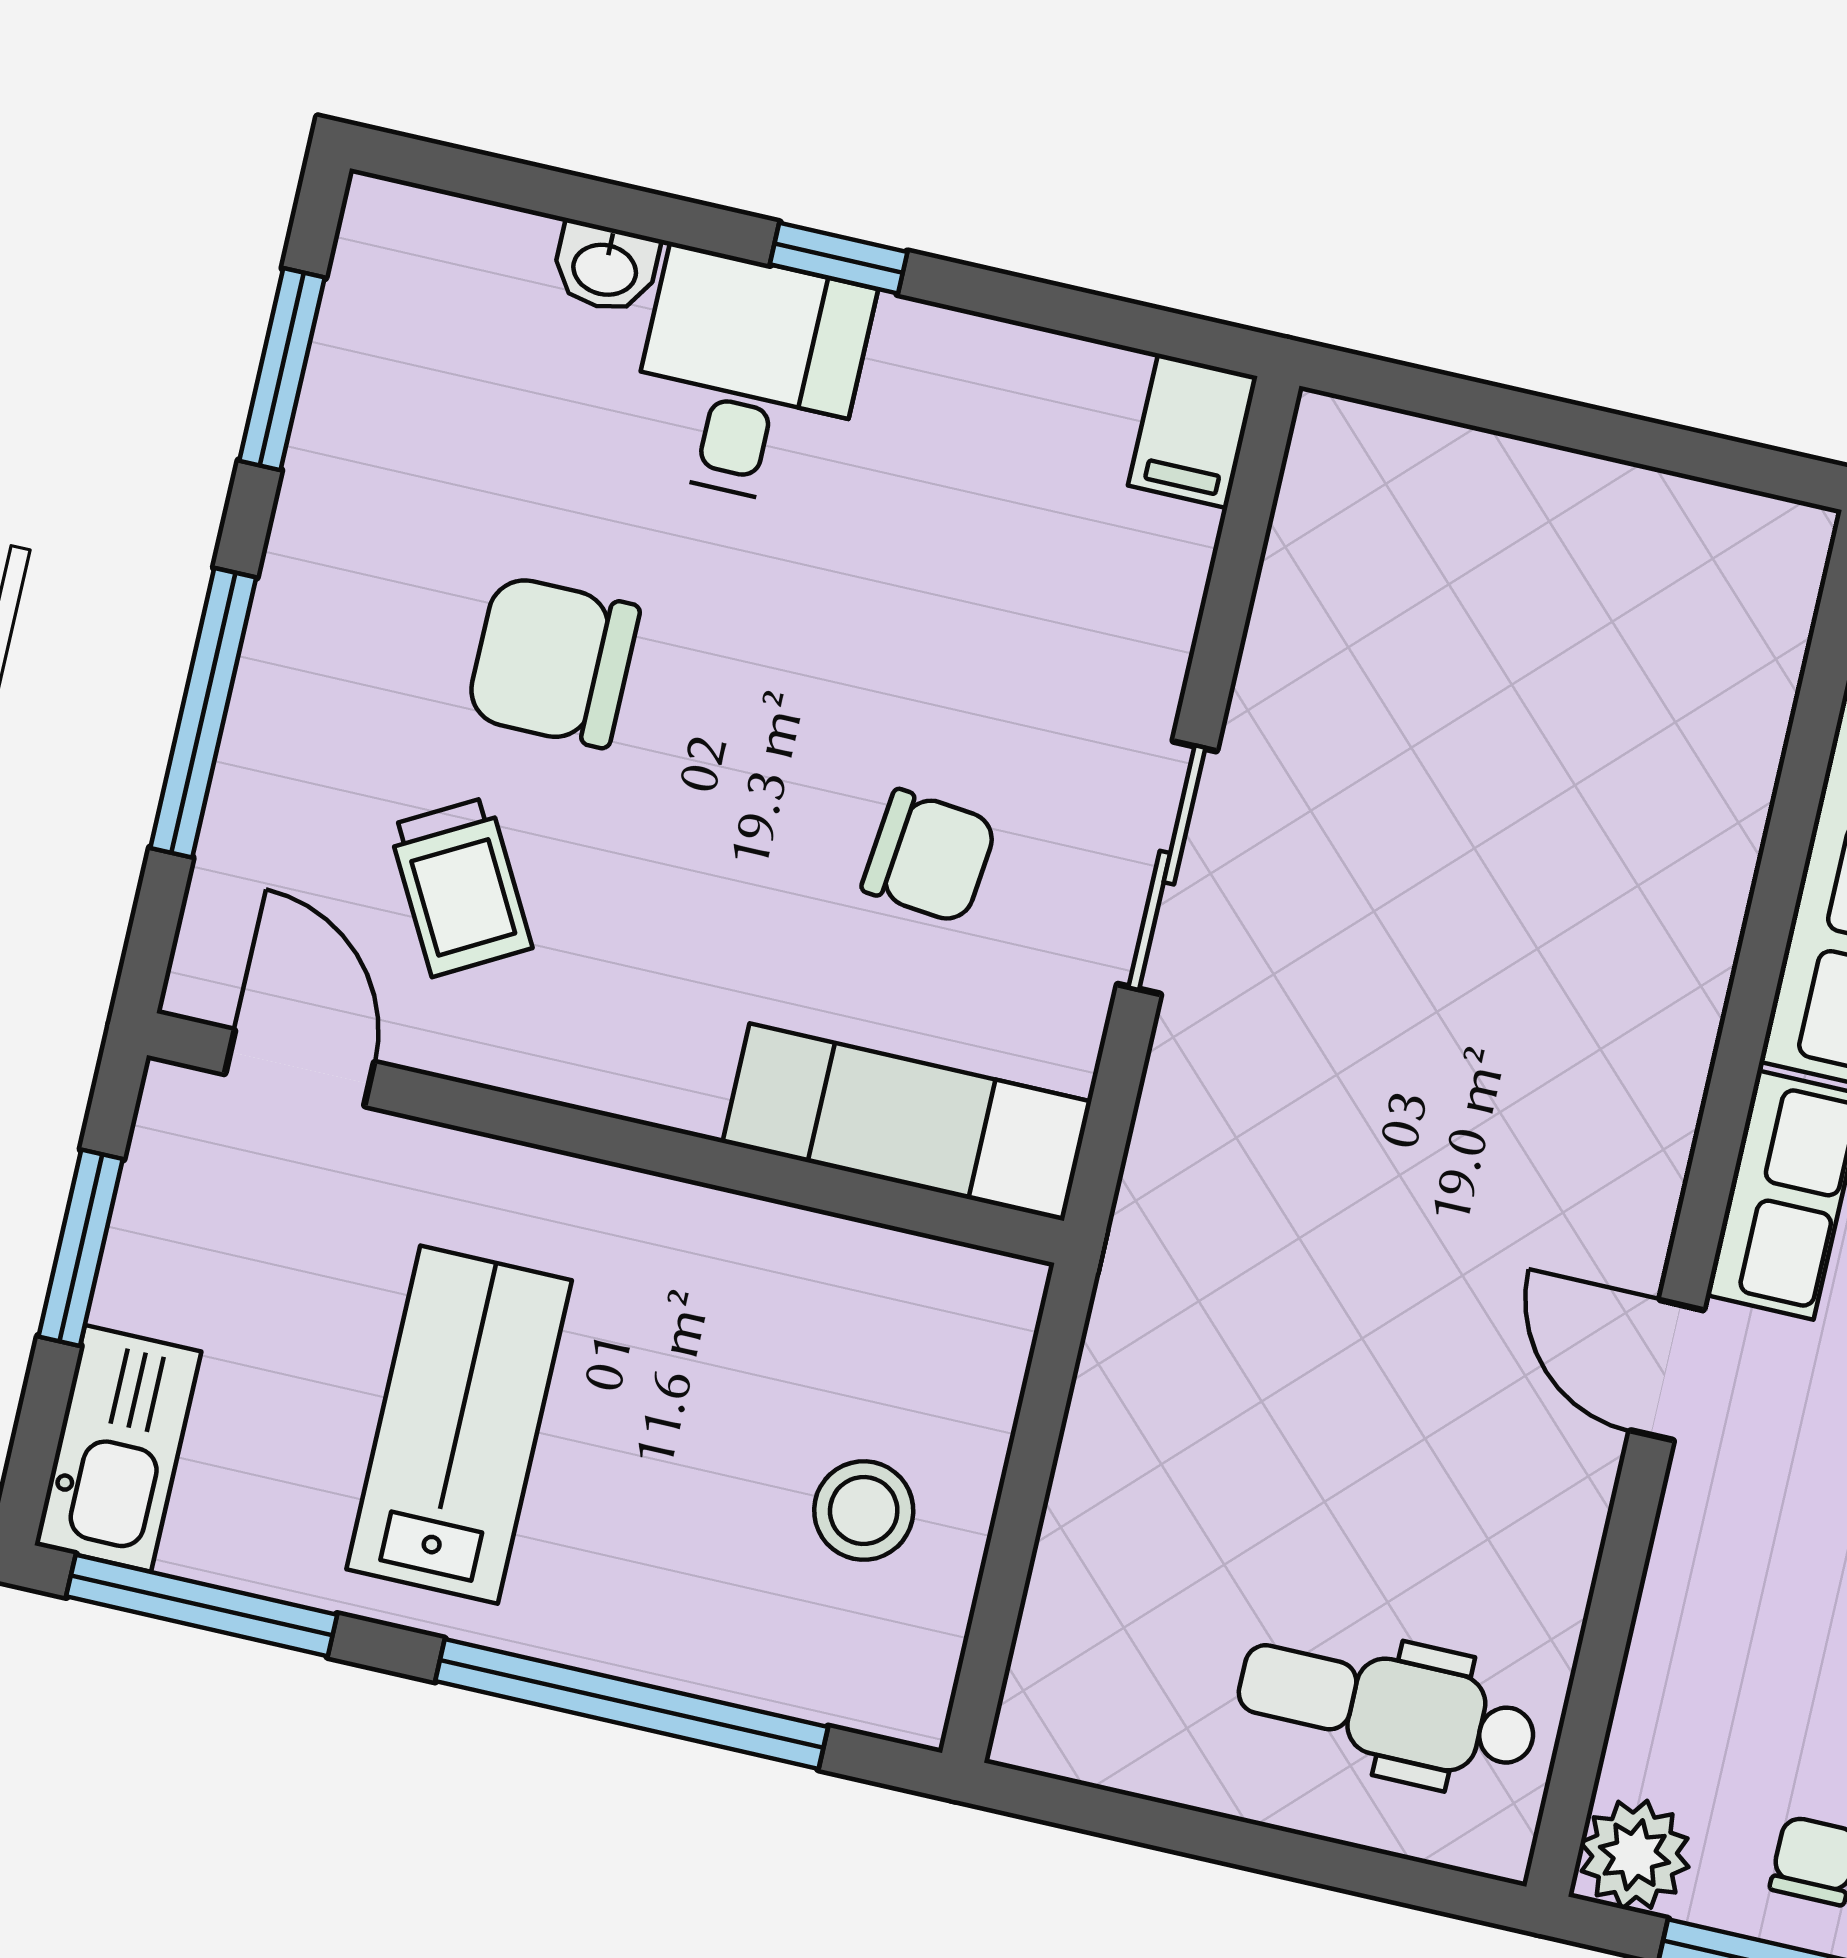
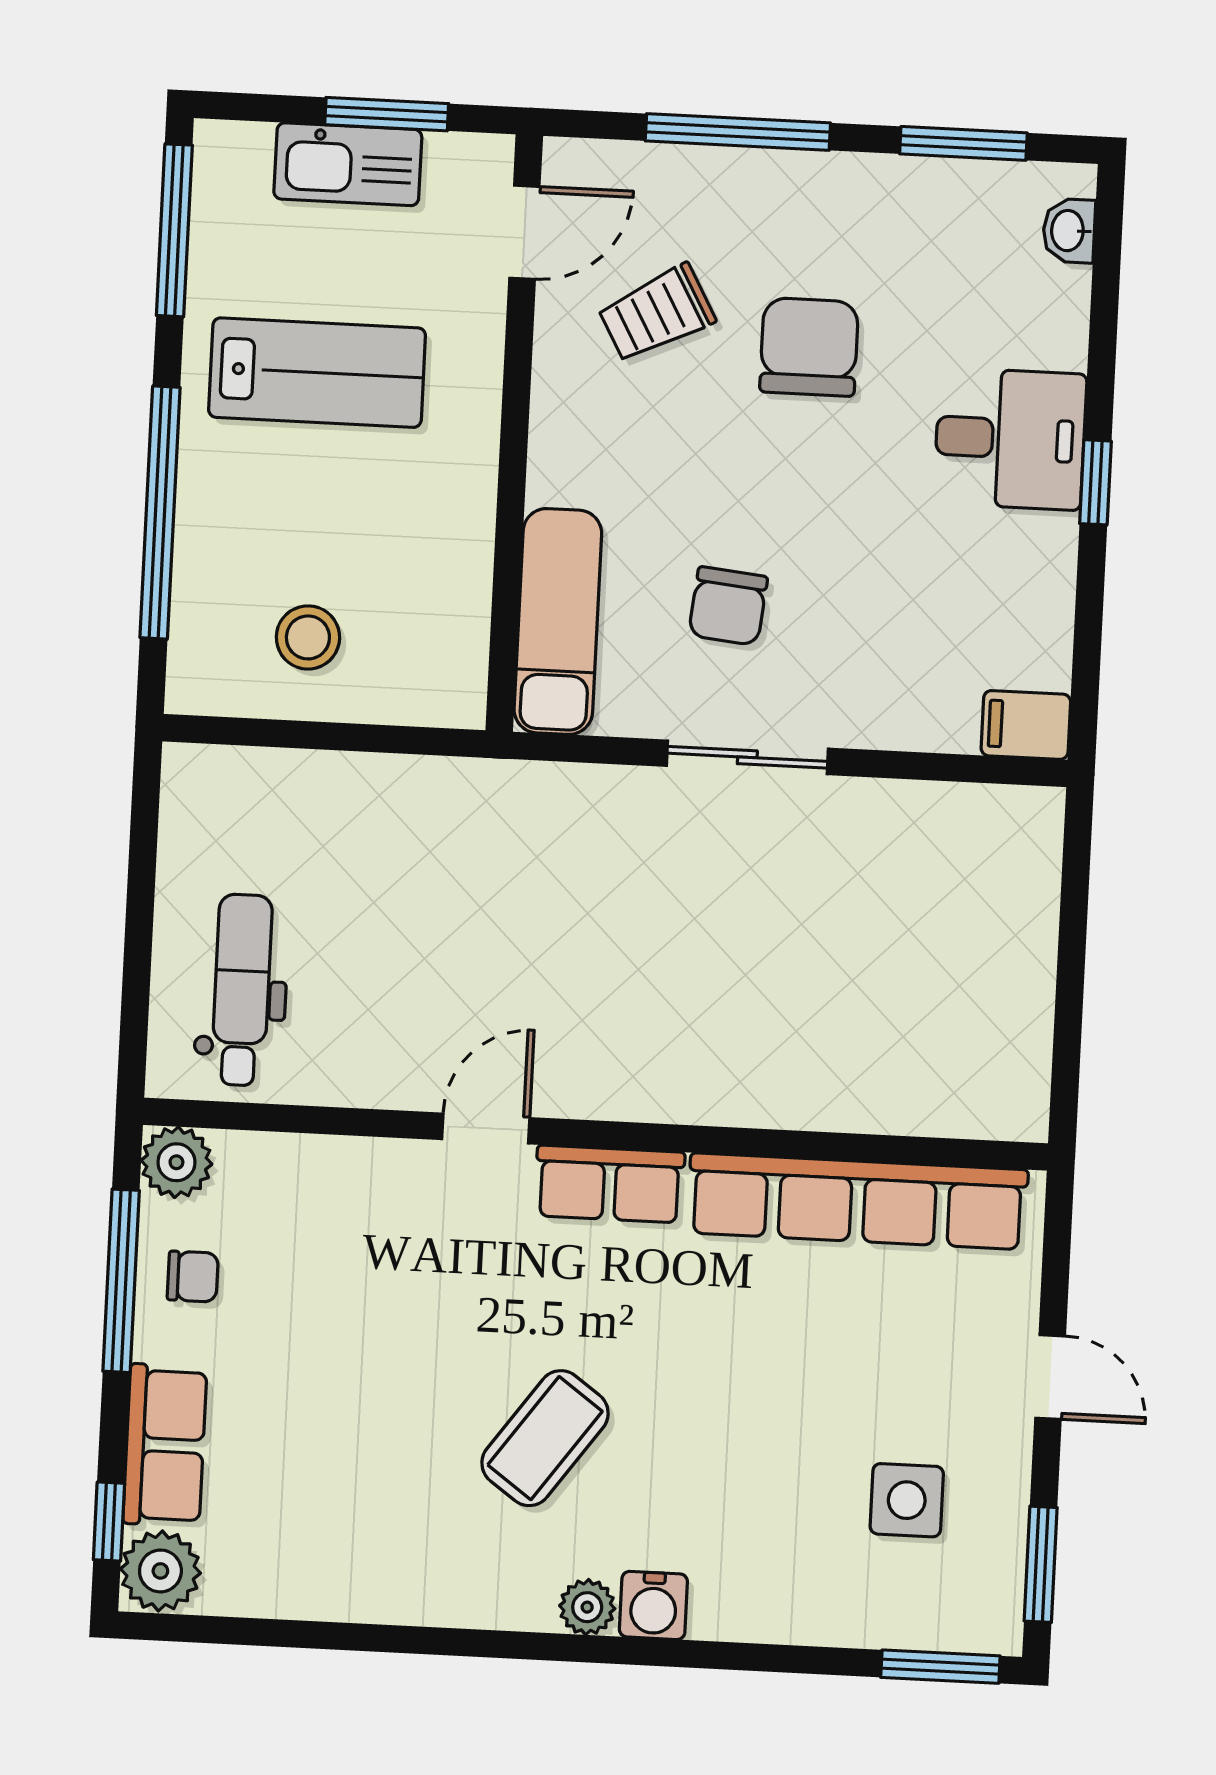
washbasin: (605, 267) -> (1069, 231), moved
kitchen sink: (118, 1448) -> (348, 164), moved

